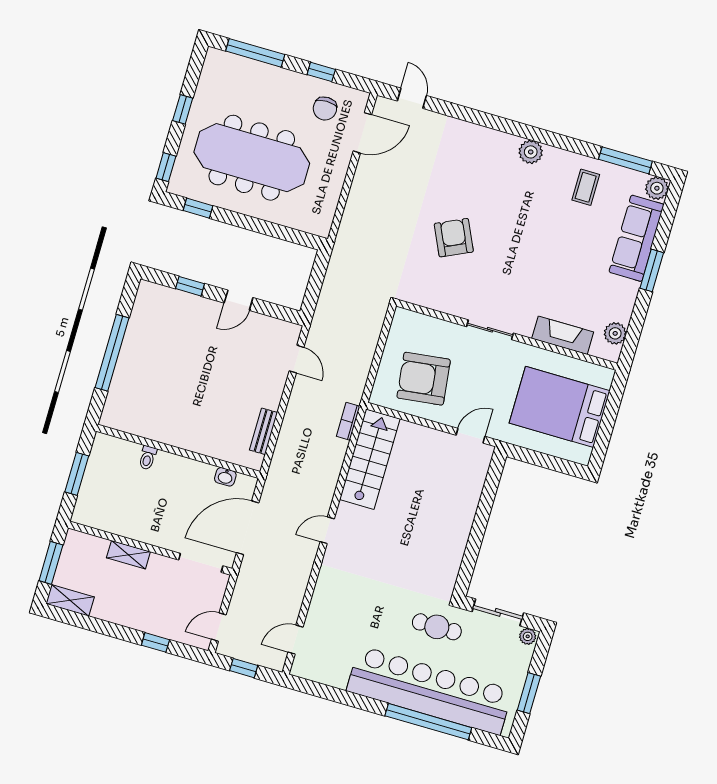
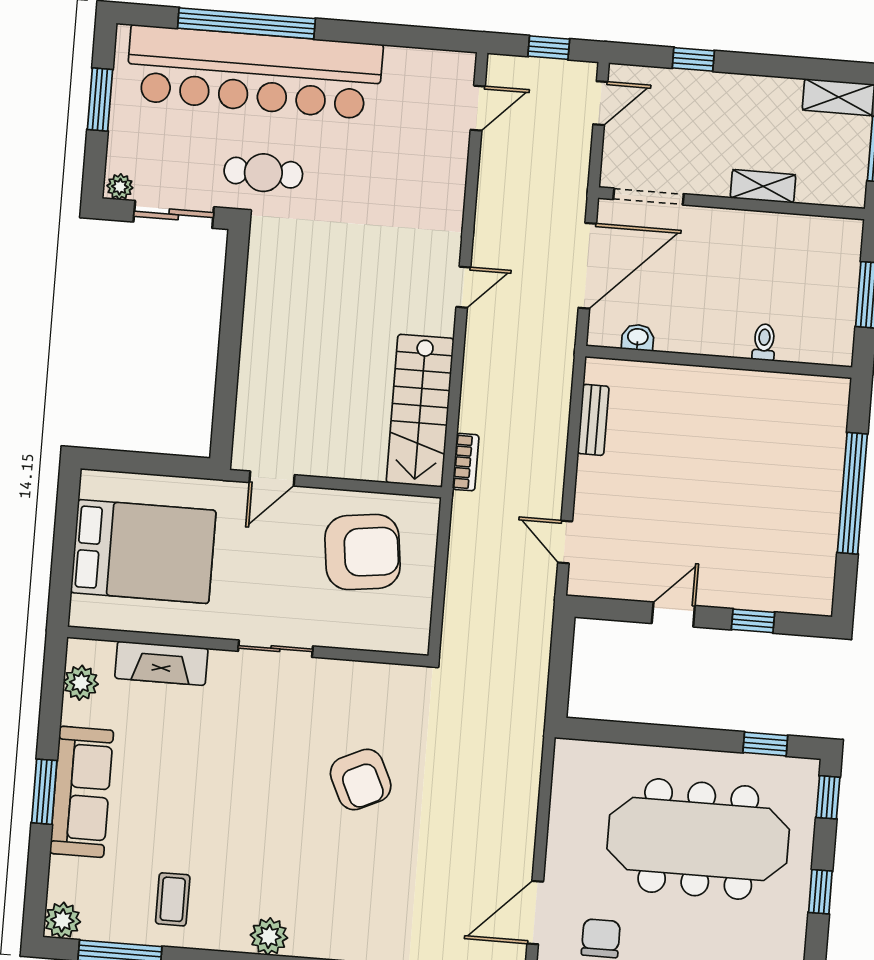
sofa: (637, 238) -> (82, 792), moved

